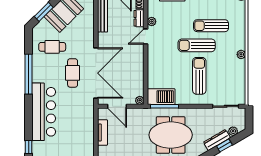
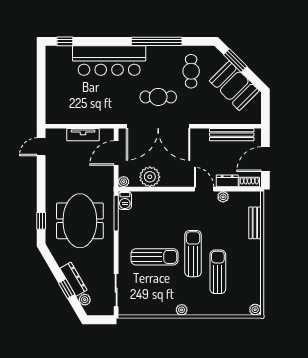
plant: (136, 80) -> (150, 177), added
barbecue: (161, 97) -> (125, 200), width x0.53, depth x0.65

